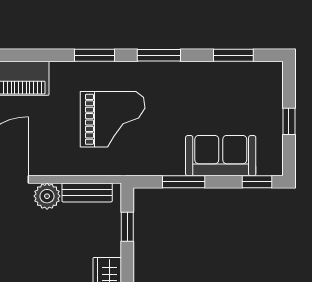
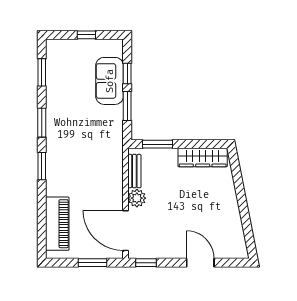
grand piano: (113, 119) -> (85, 154), removed
window: (257, 182) -> (127, 73), moved
window: (127, 227) -> (158, 144), width x1.50

